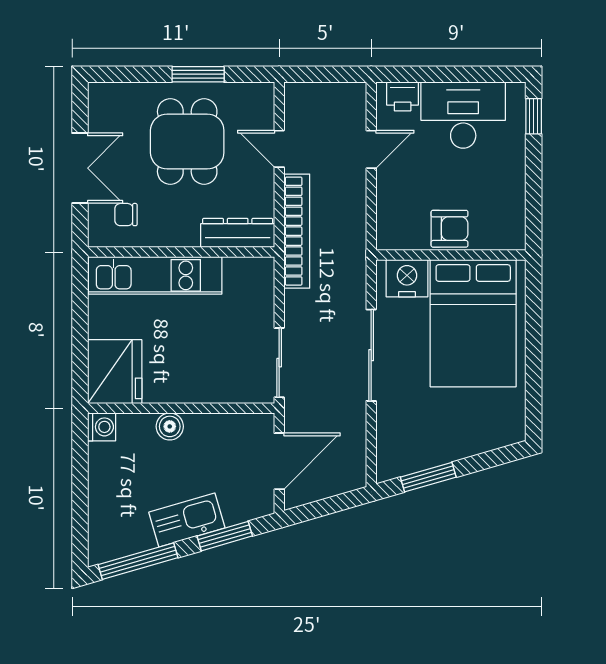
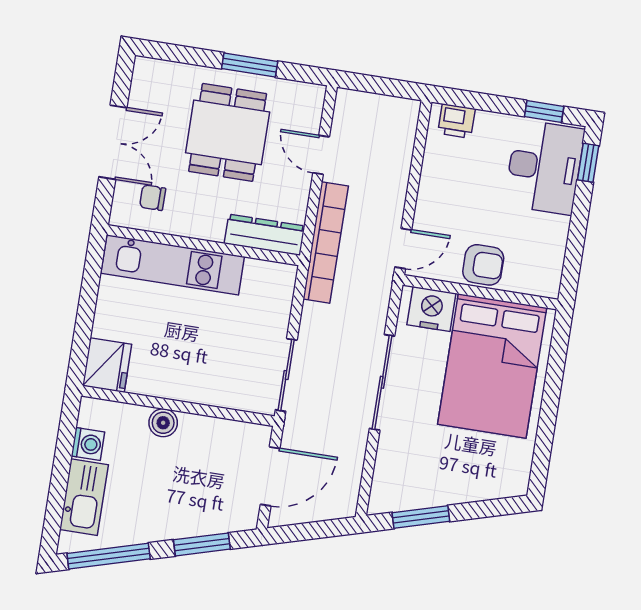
window: (484, 74) -> (544, 112), added
desk: (463, 115) -> (544, 167), moved, turned 90
door: (371, 149) -> (403, 248), moved
fridge: (115, 372) -> (107, 365), width x0.73, depth x0.75
washing machine: (102, 427) -> (88, 444), moved
kitchen sink: (187, 520) -> (84, 497), moved, turned 106

